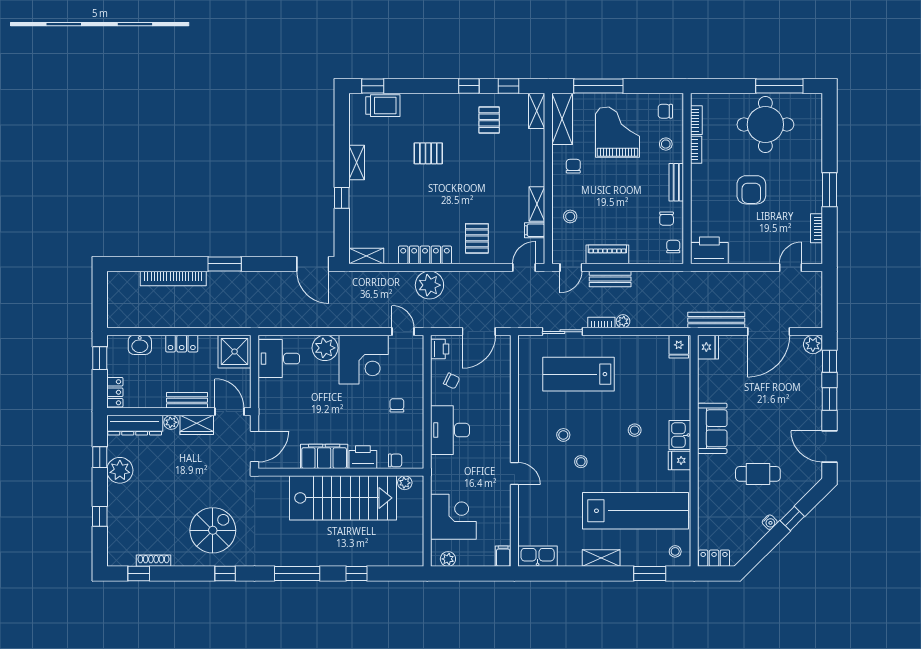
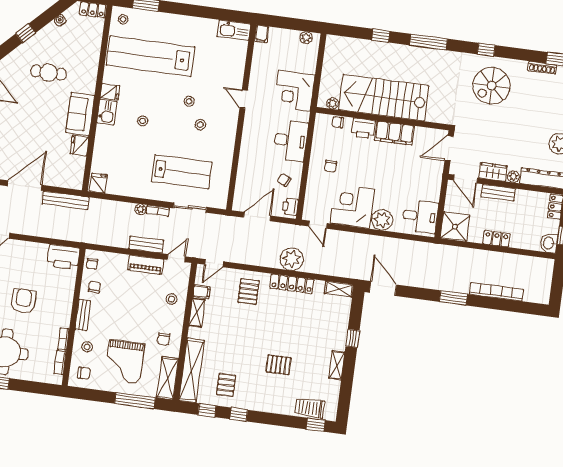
shelving: (537, 111) -> (191, 371), width x2.20, depth x1.33
washbasin: (140, 345) -> (549, 243), moved, turned -90
fridge: (708, 347) -> (80, 145), moved
corner desk: (453, 517) -> (295, 91), moved
water cooler: (770, 522) -> (60, 20), moved
shelving: (601, 558) -> (183, 22), removed

